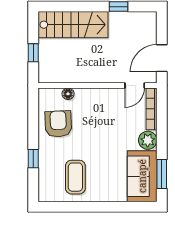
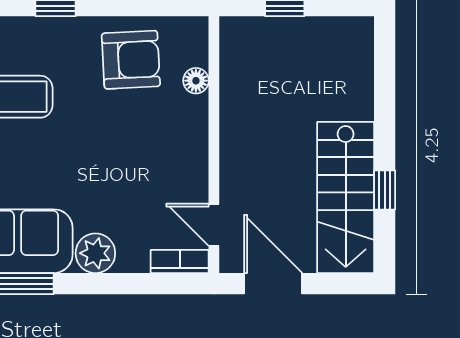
stairs: (73, 25) -> (346, 198), moved
bookcase: (152, 109) -> (180, 261), width x0.64

